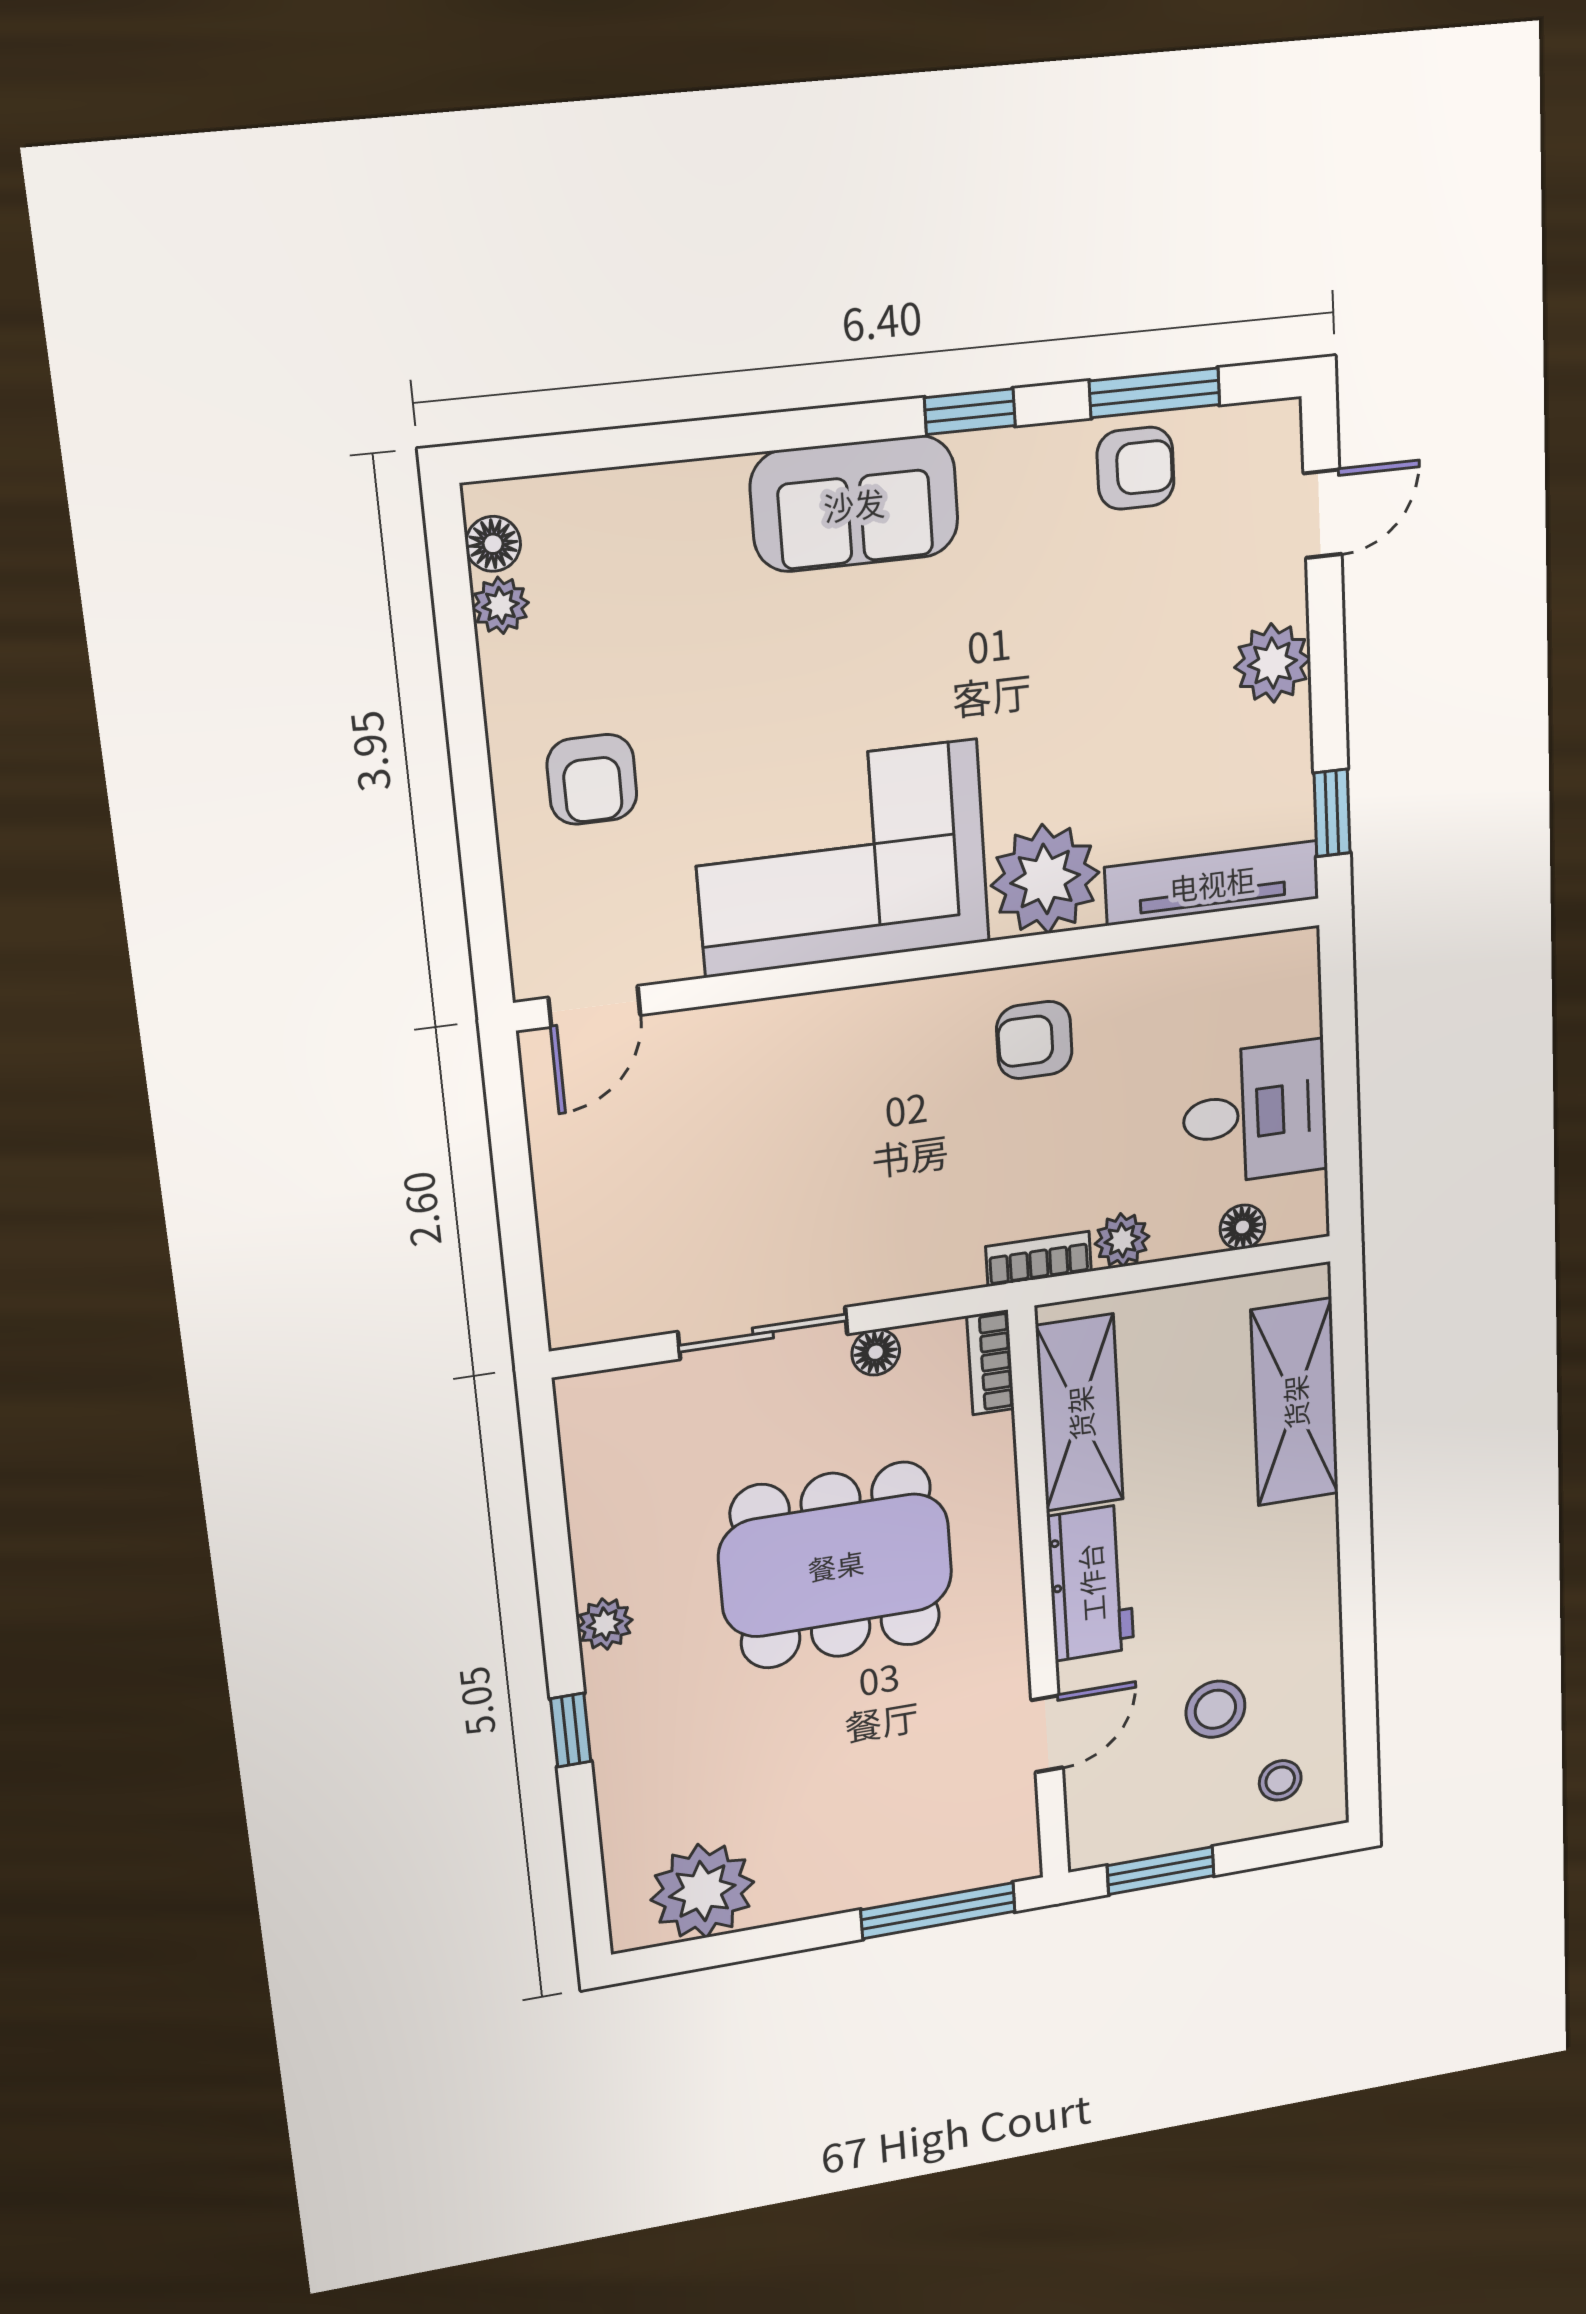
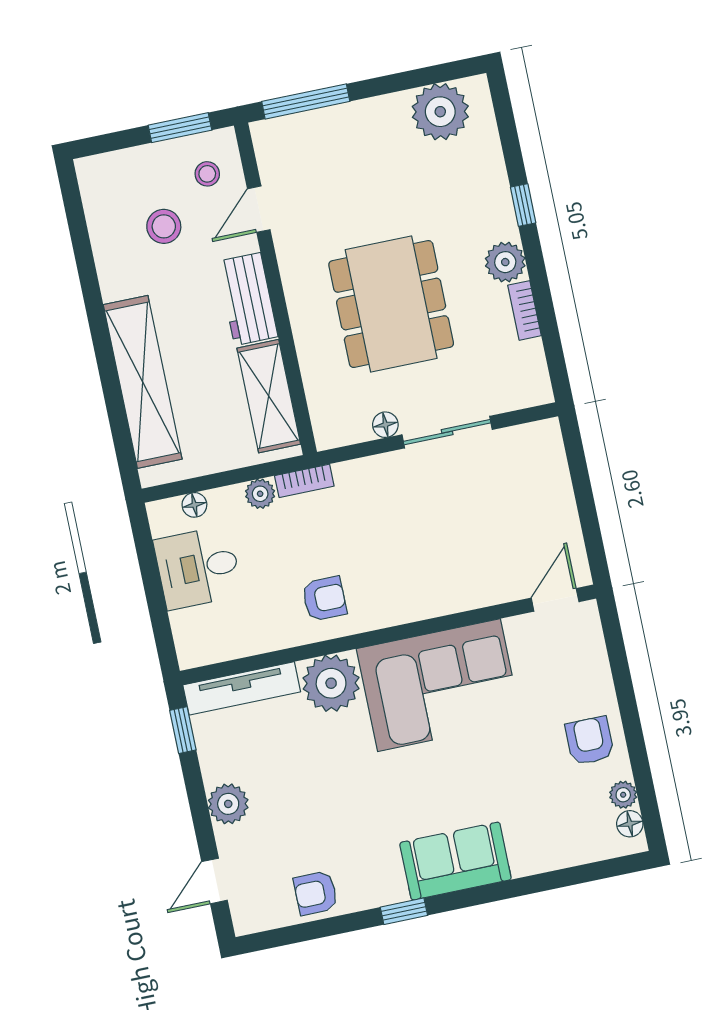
window: (1155, 393) -> (312, 930), removed
armchair: (592, 779) -> (590, 741), moved
bookcase: (991, 1362) -> (525, 310), moved, turned 180
shelving: (1295, 1402) -> (143, 382), width x1.47
dining table: (836, 1565) -> (391, 304), turned 90
plant: (605, 1624) -> (505, 262), width x1.38, depth x1.38
stool: (1280, 1780) -> (207, 174), moved

